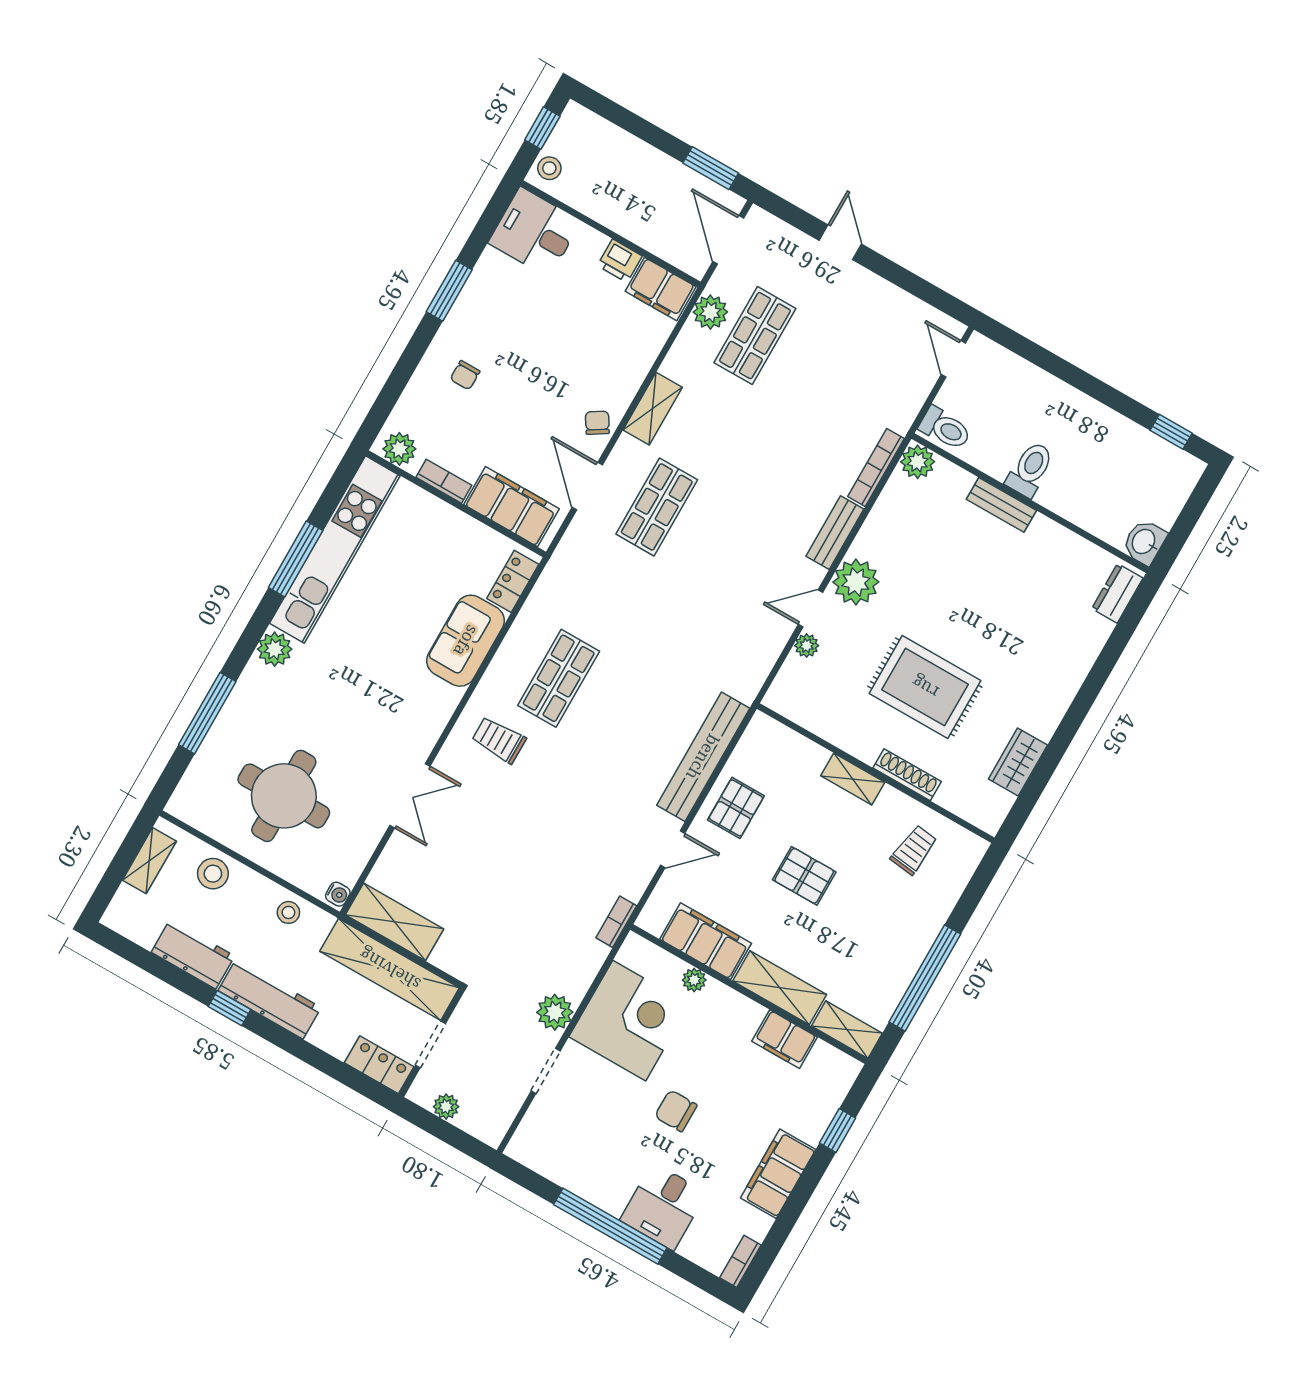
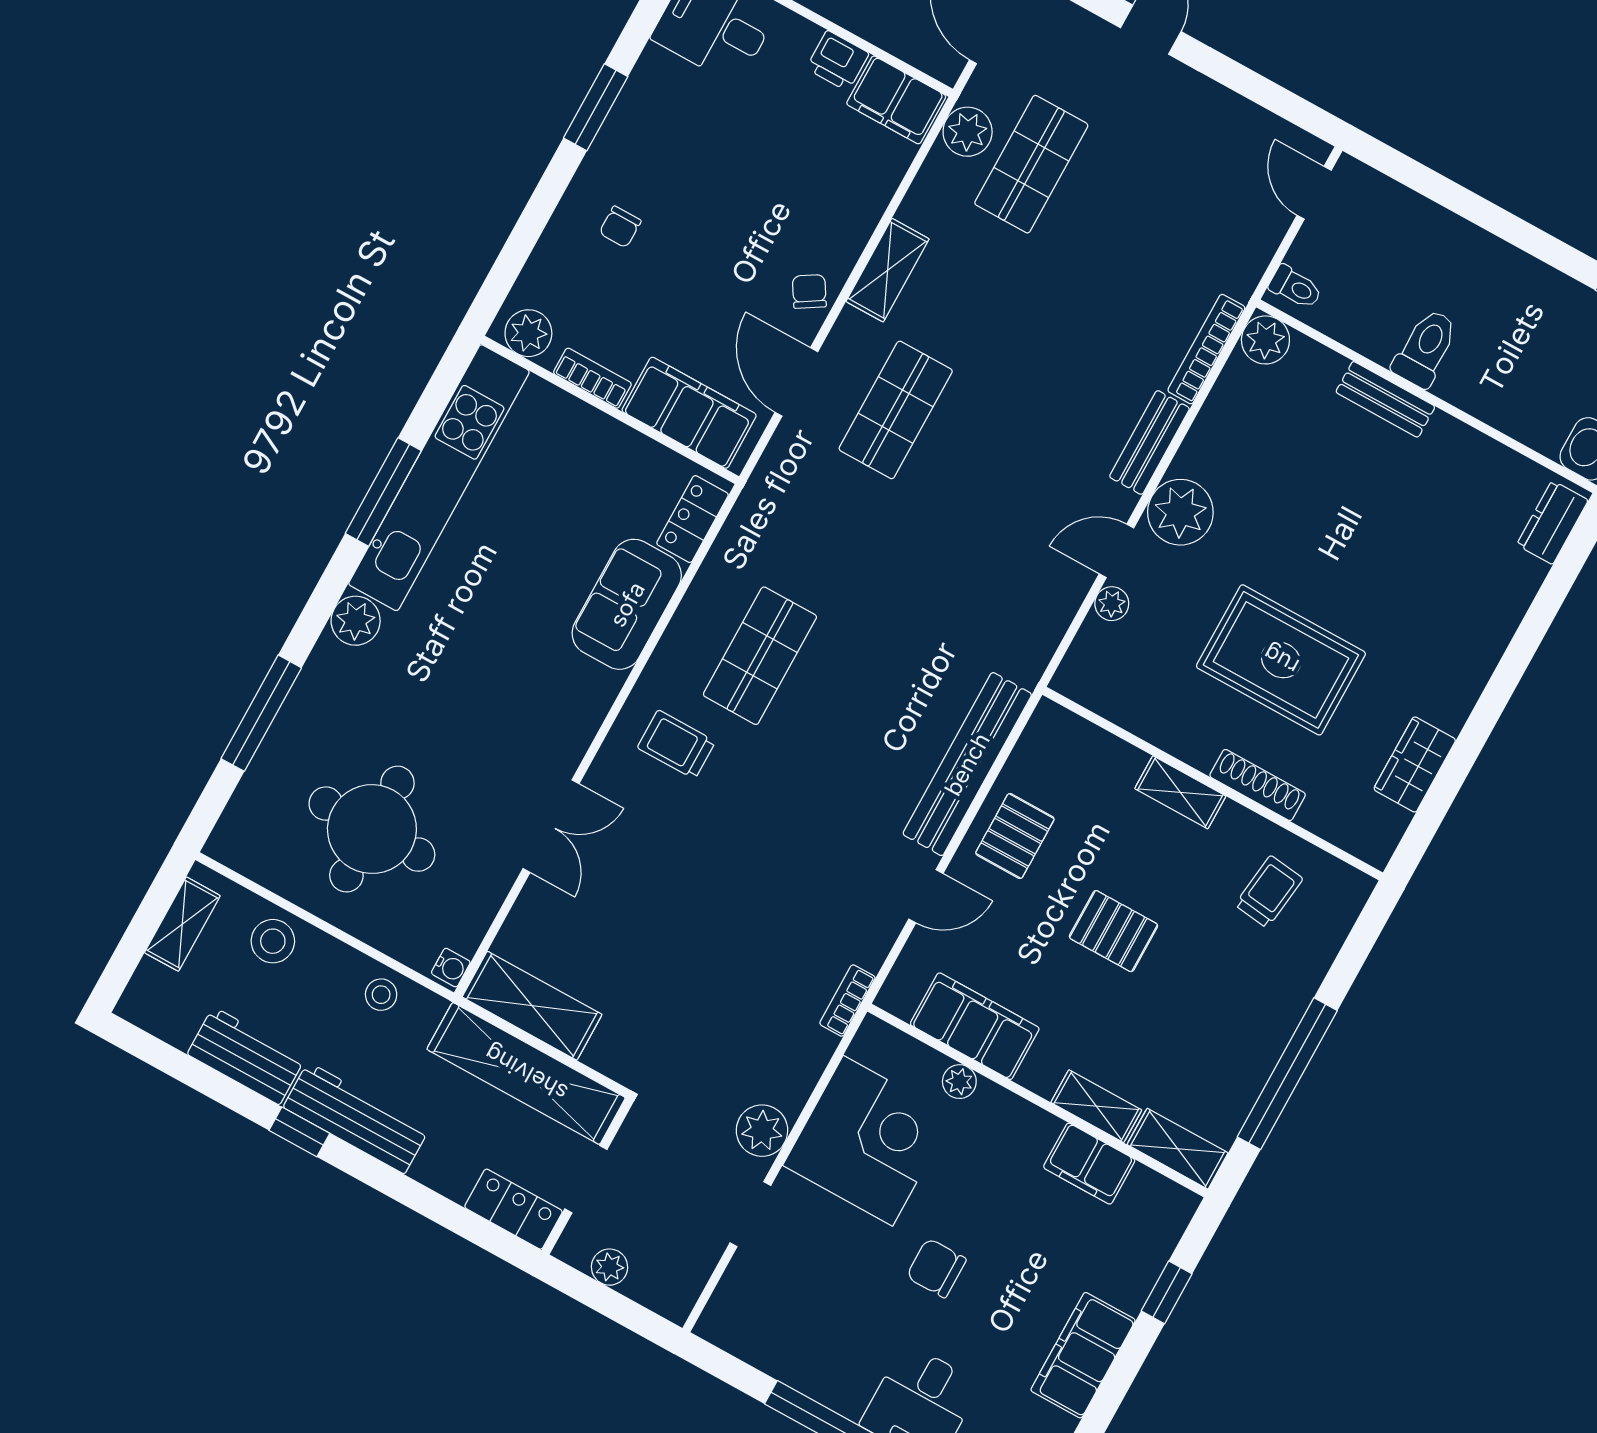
toilet: (945, 428) -> (1295, 287), width x0.73, depth x0.72
shelving: (780, 988) -> (1096, 1106), width x0.67, depth x0.75

